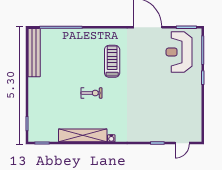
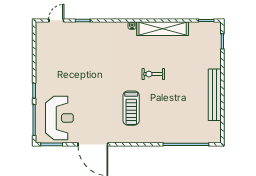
bench: (34, 53) -> (215, 95), moved

